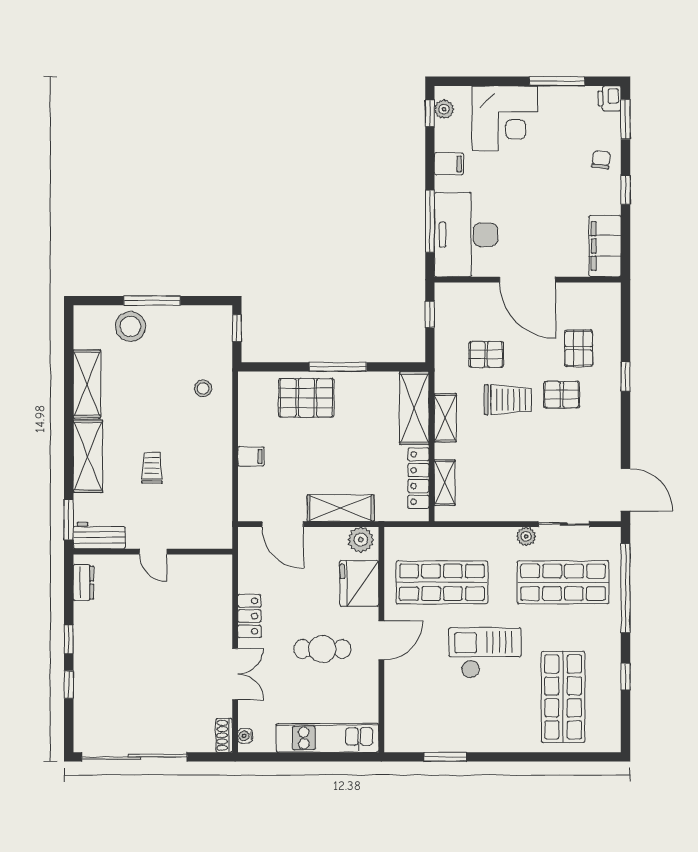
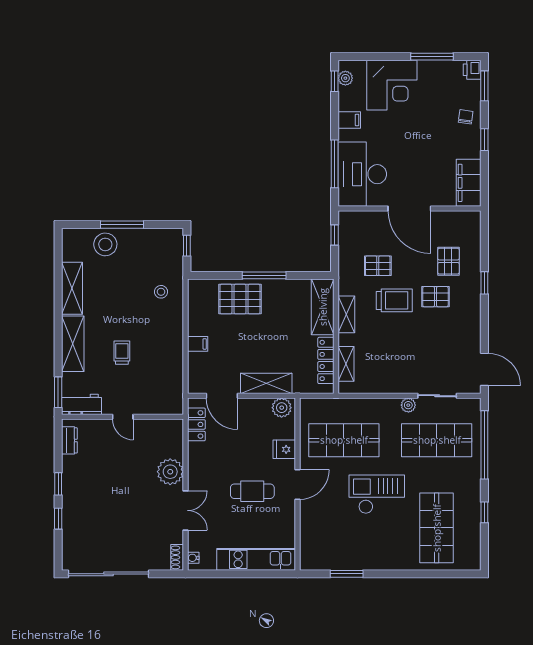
fridge: (359, 583) -> (284, 449), width x0.53, depth x0.75
locker: (249, 616) -> (196, 424), moved
plant: (215, 623) -> (170, 472), added

